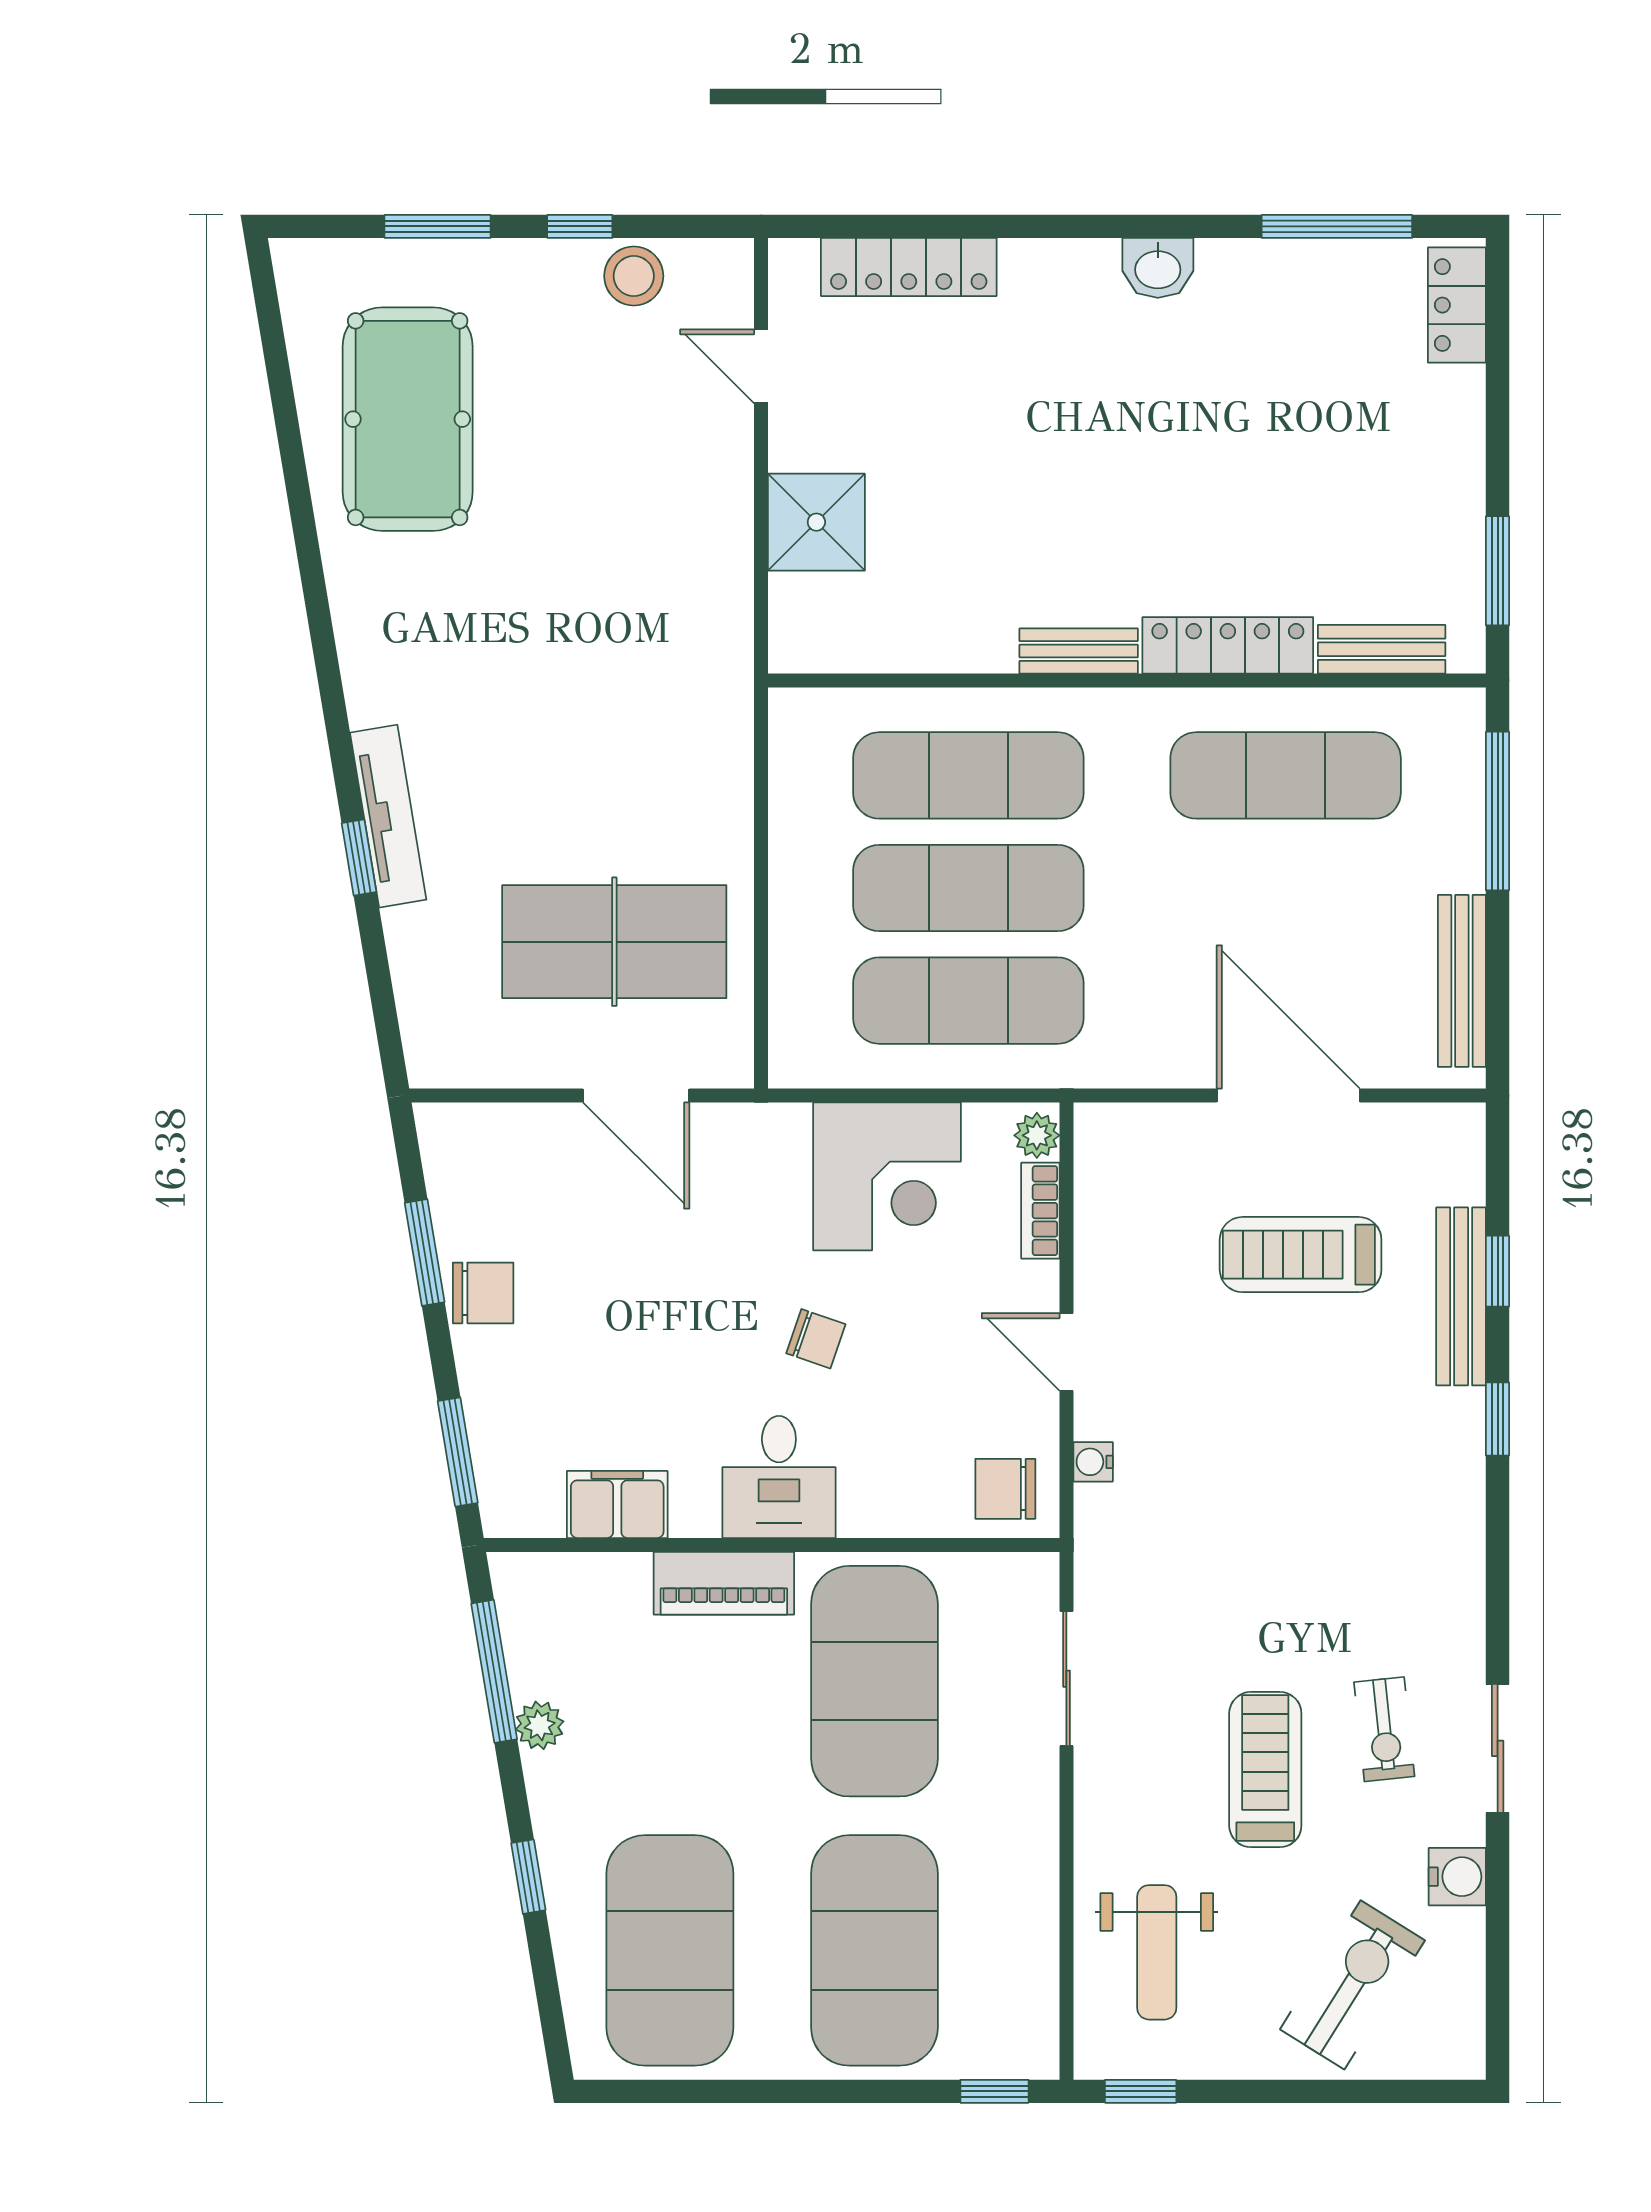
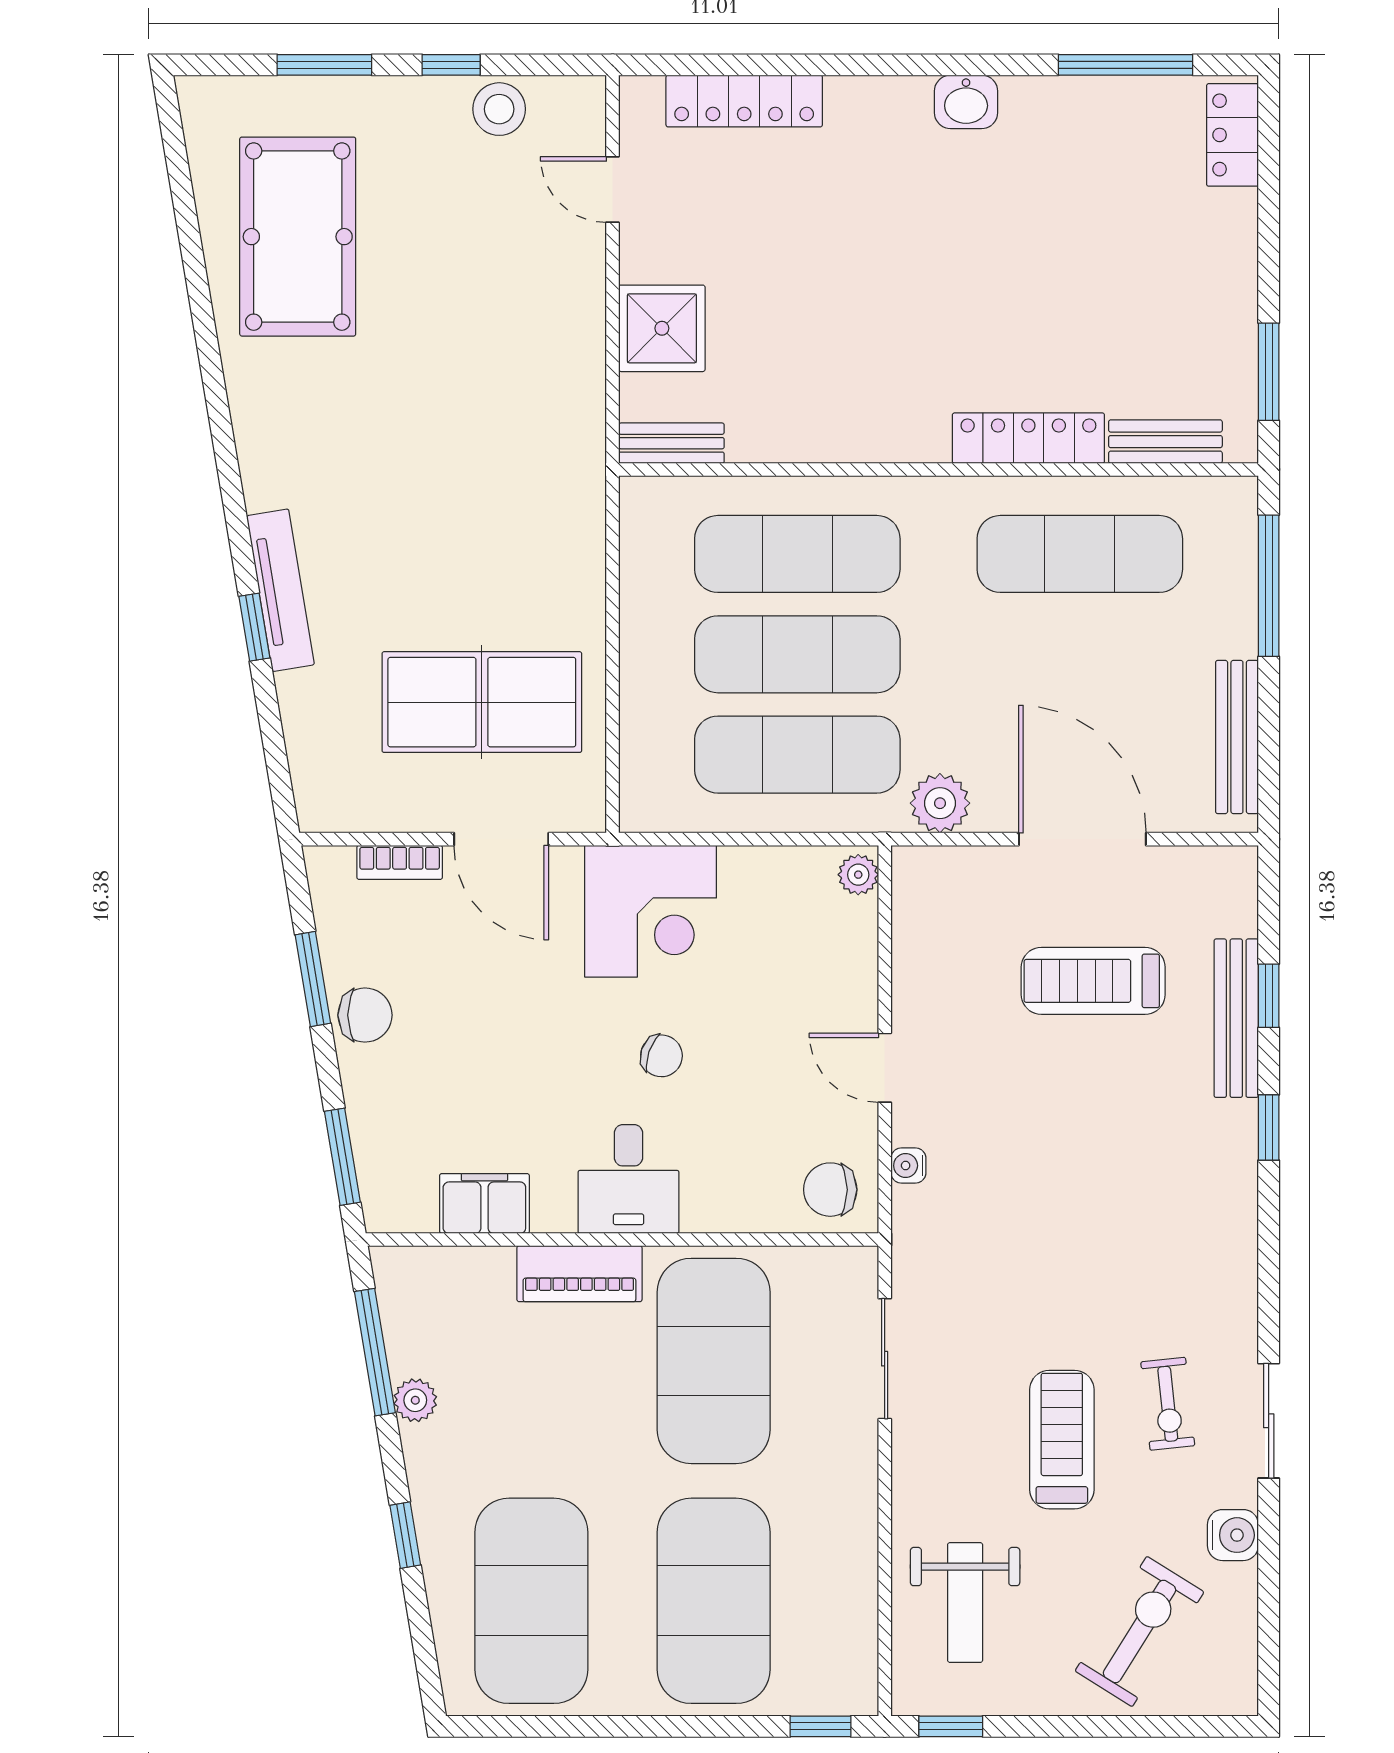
bench: (1079, 651) -> (671, 443), moved
plant: (1129, 1055) -> (940, 803), added
corner desk: (887, 1176) -> (651, 911), moved
bookcase: (1040, 1211) -> (400, 862), moved, turned -90

